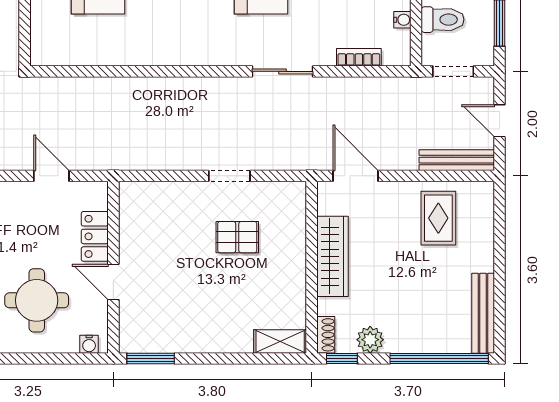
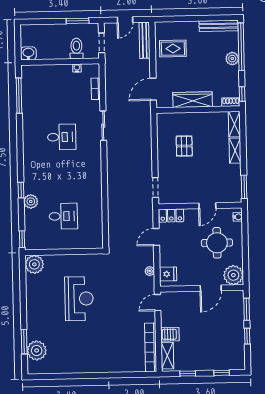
doorway: (229, 176) -> (155, 187), moved
locker: (95, 236) -> (171, 216), moved
plant: (370, 340) -> (232, 59), moved
shelving: (226, 342) -> (235, 151), added

